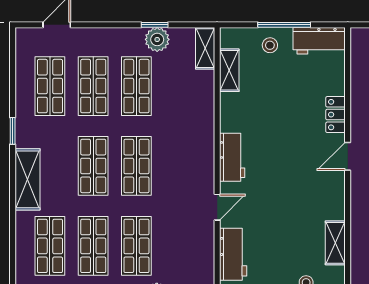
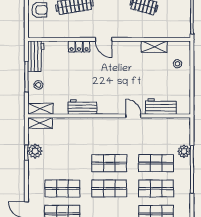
shelving: (229, 70) -> (40, 109), moved
shop shelf: (136, 86) -> (62, 163), removed
workbench: (232, 157) -> (82, 107), moved

